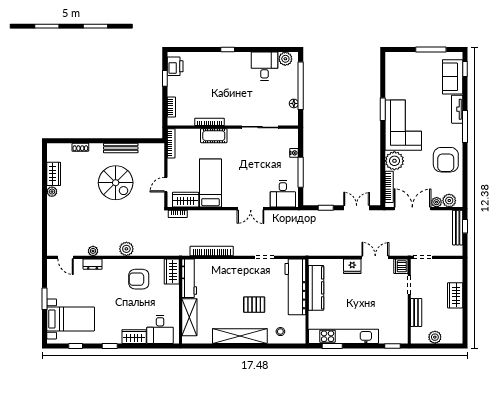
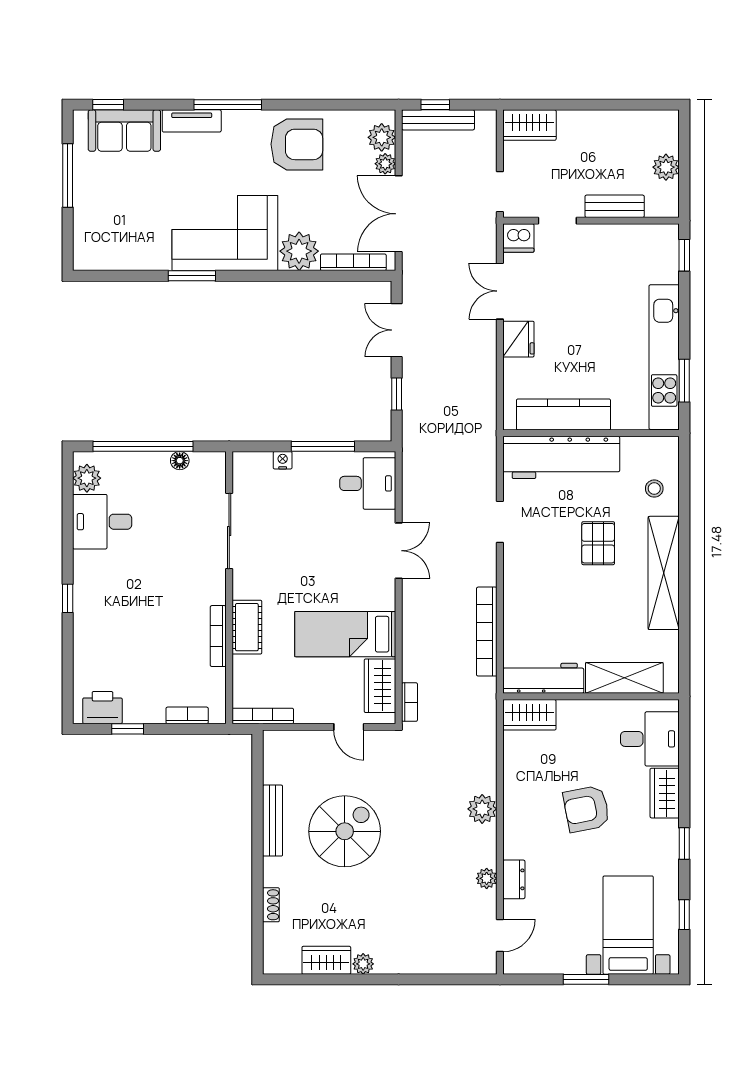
armchair: (139, 279) -> (586, 809), moved, turned 79
wardrobe: (455, 295) -> (529, 125), moved

